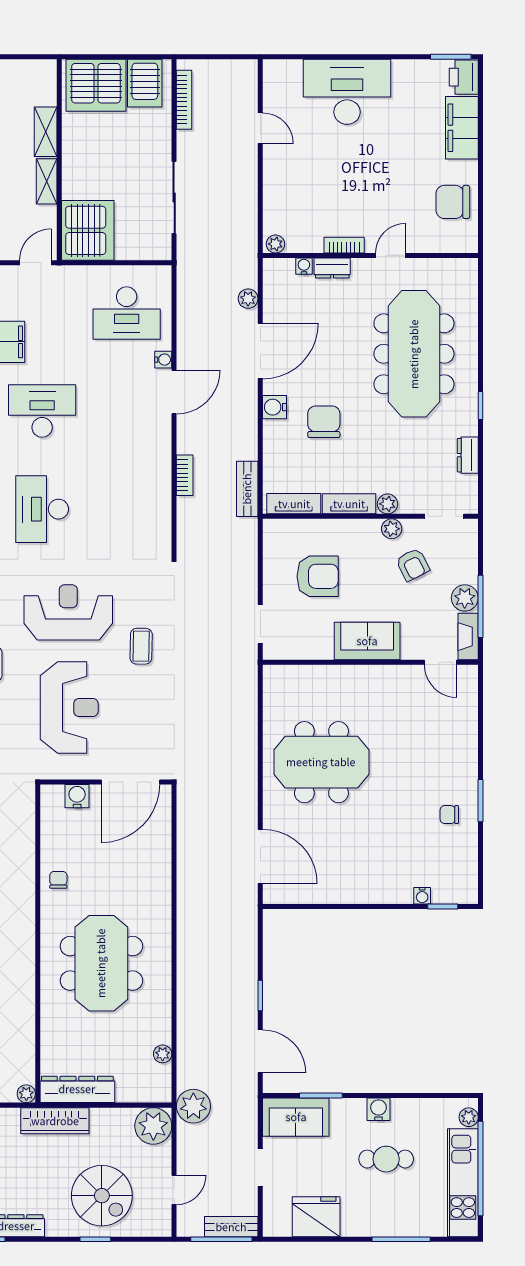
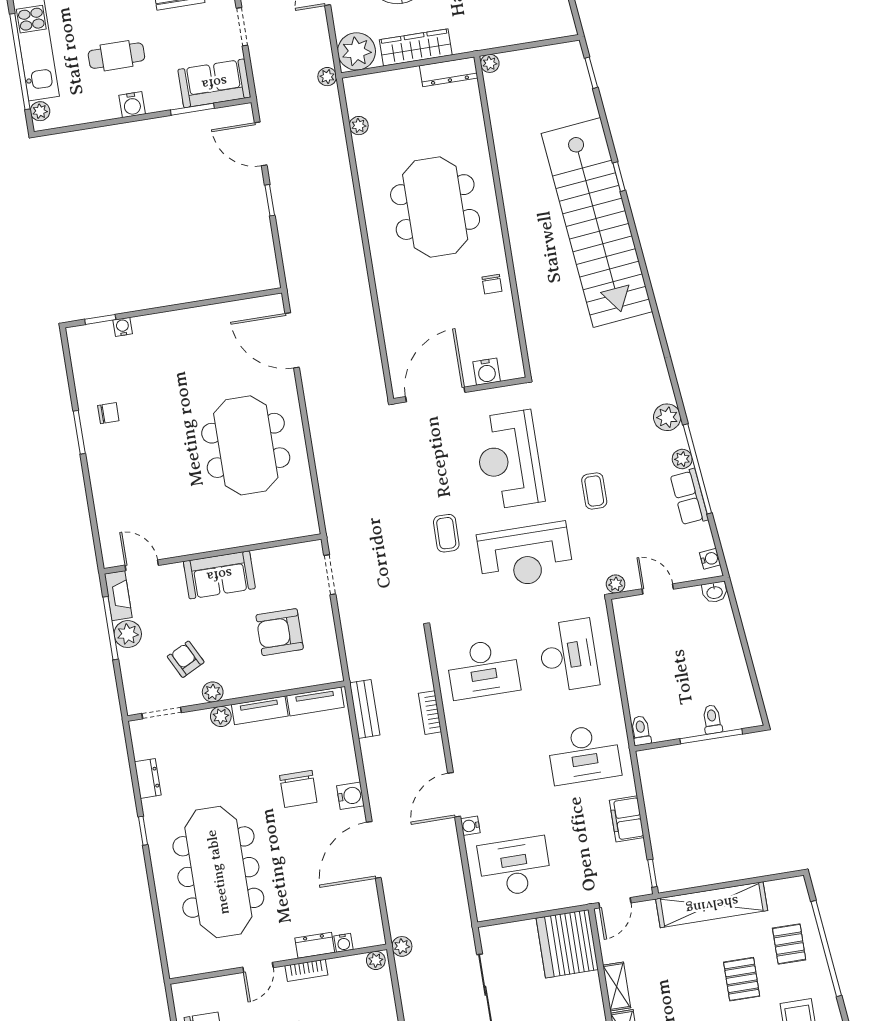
plant: (248, 299) -> (402, 946), moved
desk: (127, 509) -> (483, 669), added
meeting table: (321, 762) -> (246, 445), turned 90
dresser: (77, 1089) -> (449, 72), width x0.73, depth x0.80
plant: (193, 1106) -> (327, 77), width x0.53, depth x0.53
wardrobe: (55, 1121) -> (416, 47), moved

